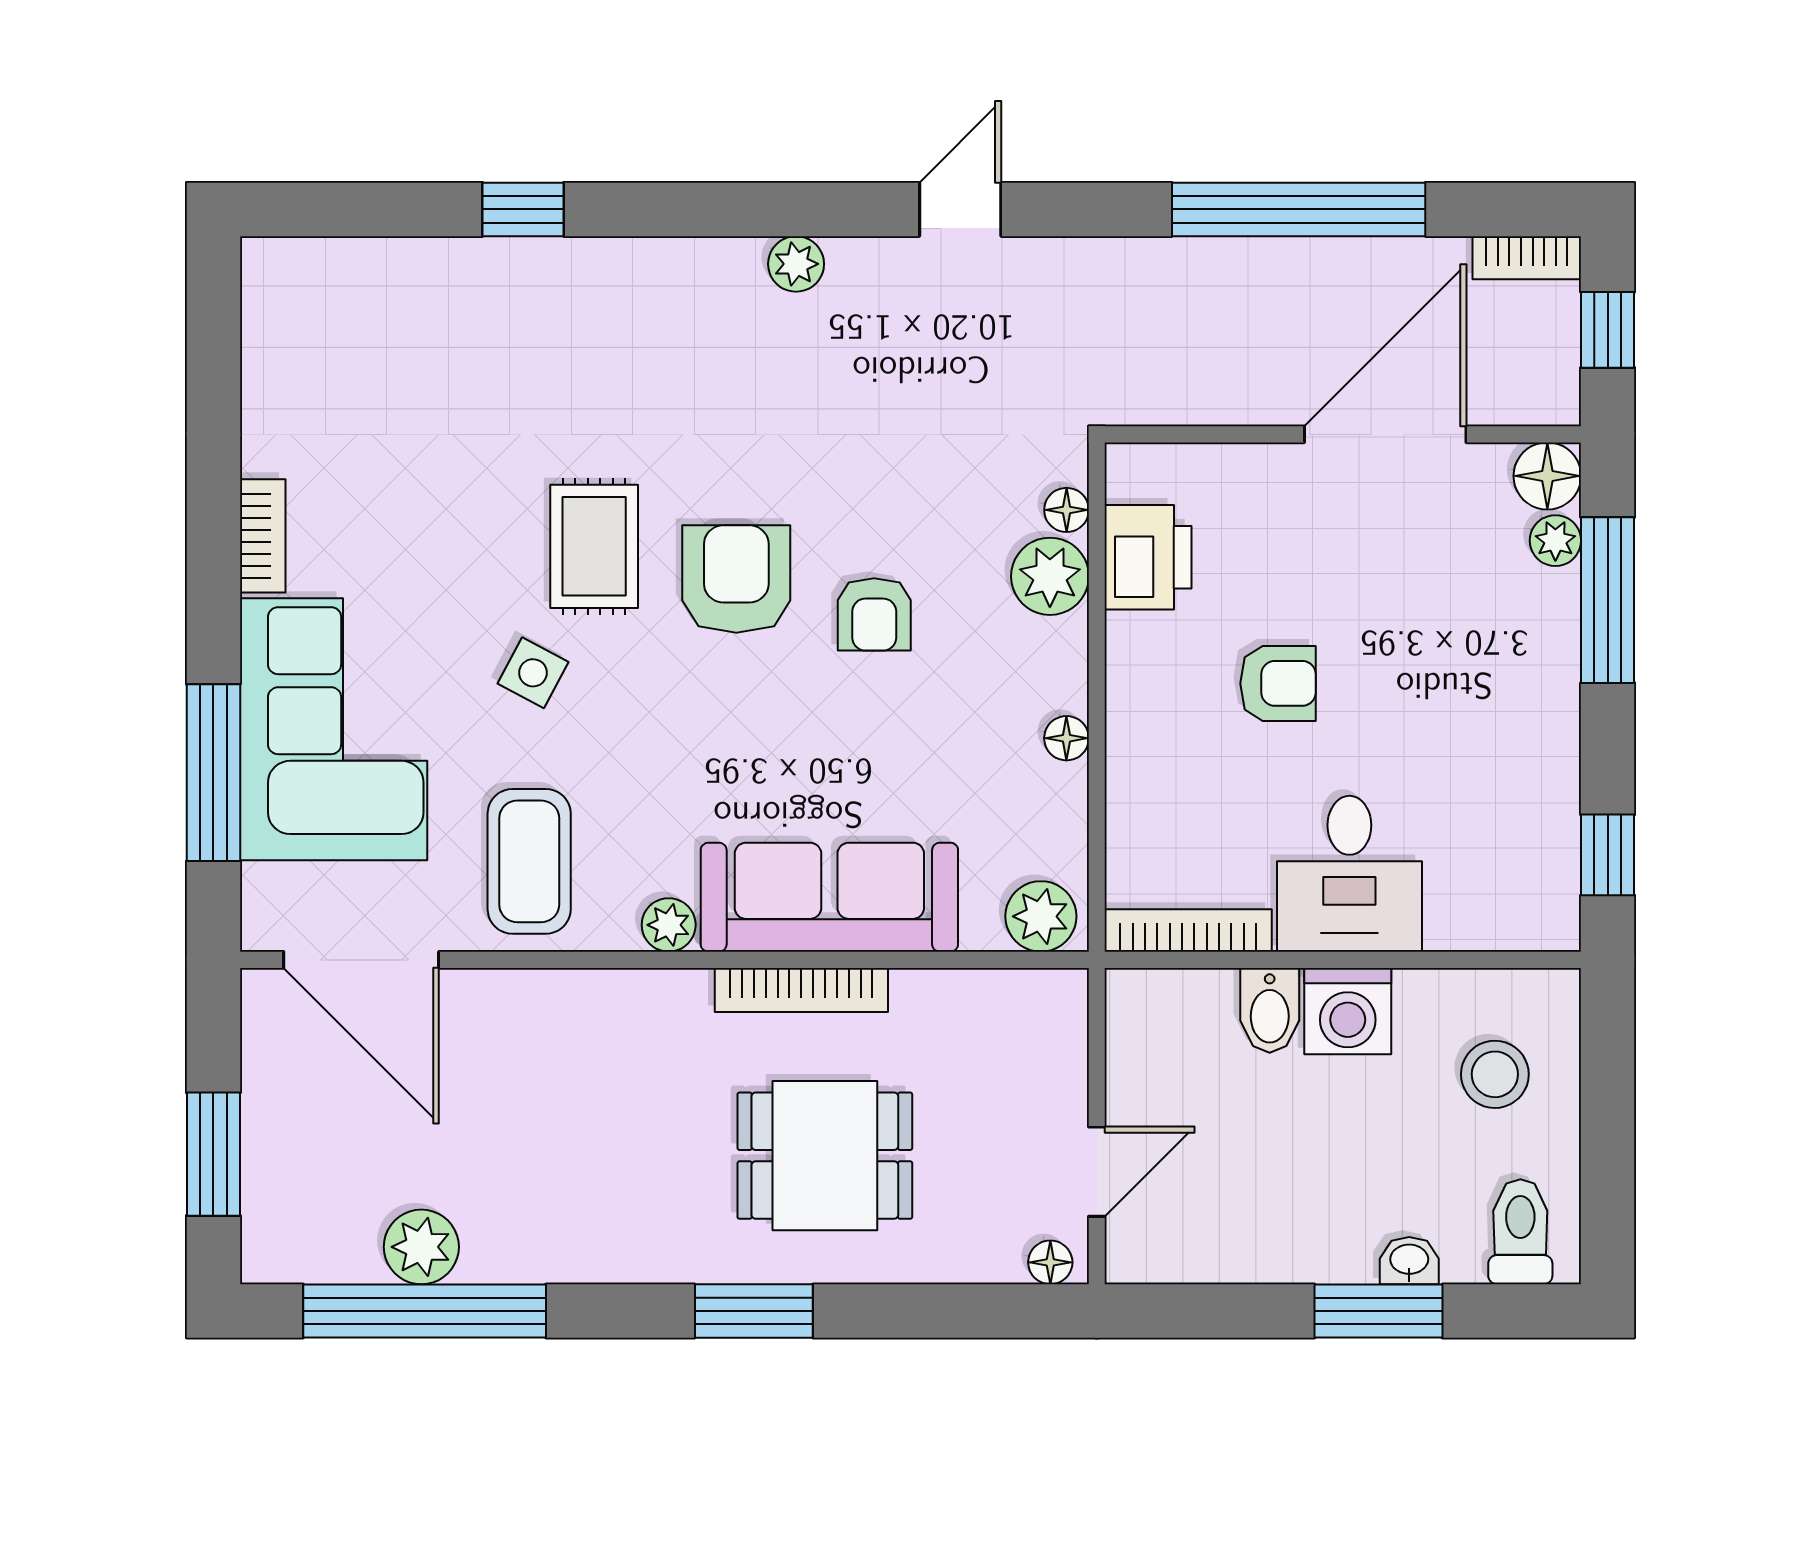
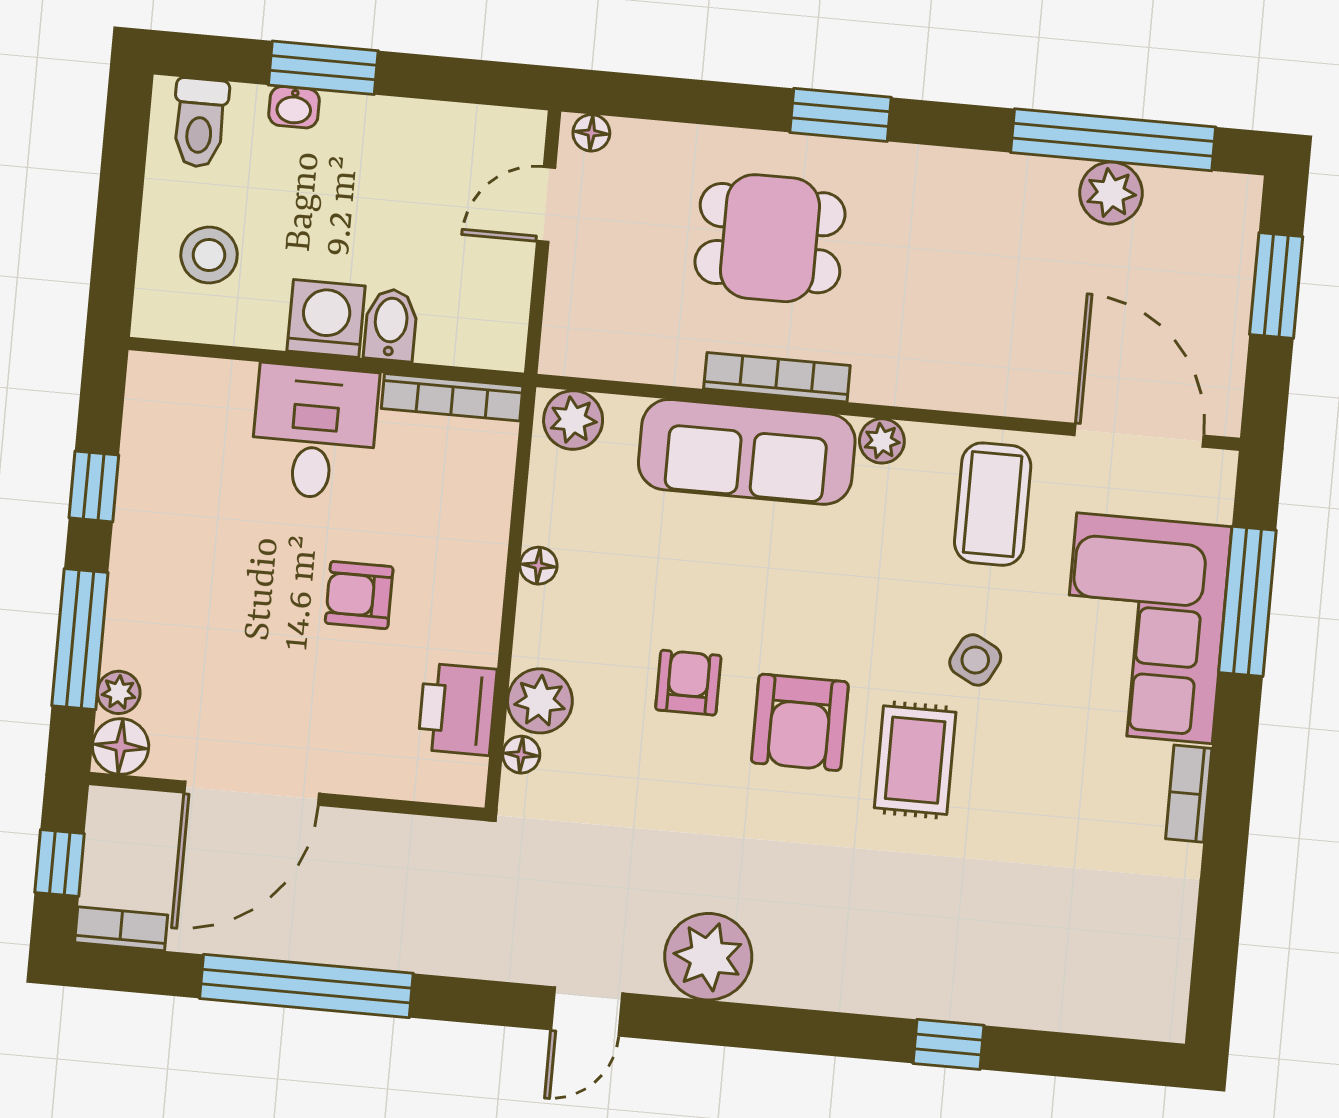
plant: (796, 264) -> (708, 957), width x1.88, depth x1.88
window: (1608, 855) -> (94, 486), moved

